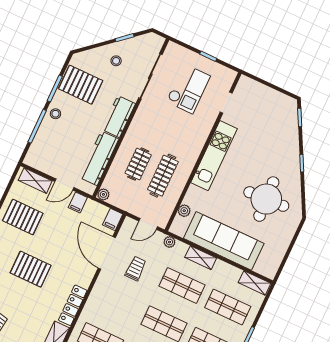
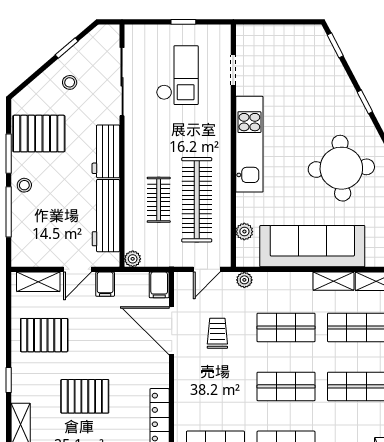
clothes rail: (163, 176) -> (197, 200), width x1.37, depth x1.31
shelving: (201, 258) -> (333, 281), moved

